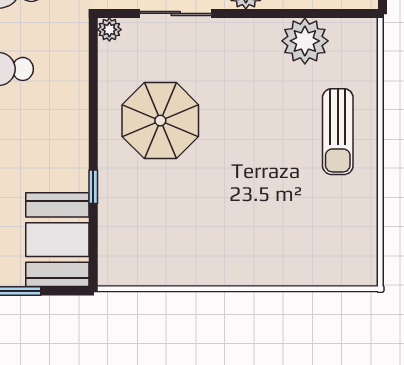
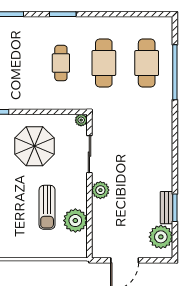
sun lounger: (338, 132) -> (47, 207), moved, turned -90

